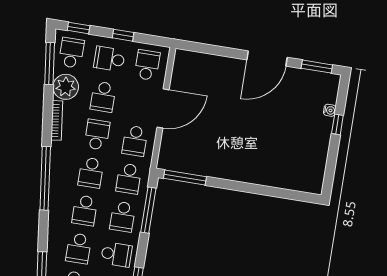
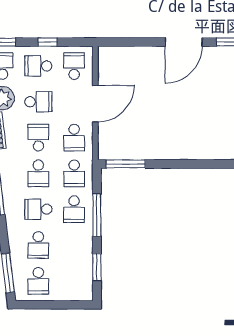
school desk: (103, 97) -> (38, 102), turned -90
school desk: (85, 210) -> (38, 209), turned 90
window: (148, 210) -> (97, 215), moved
school desk: (116, 254) -> (74, 245), removed

